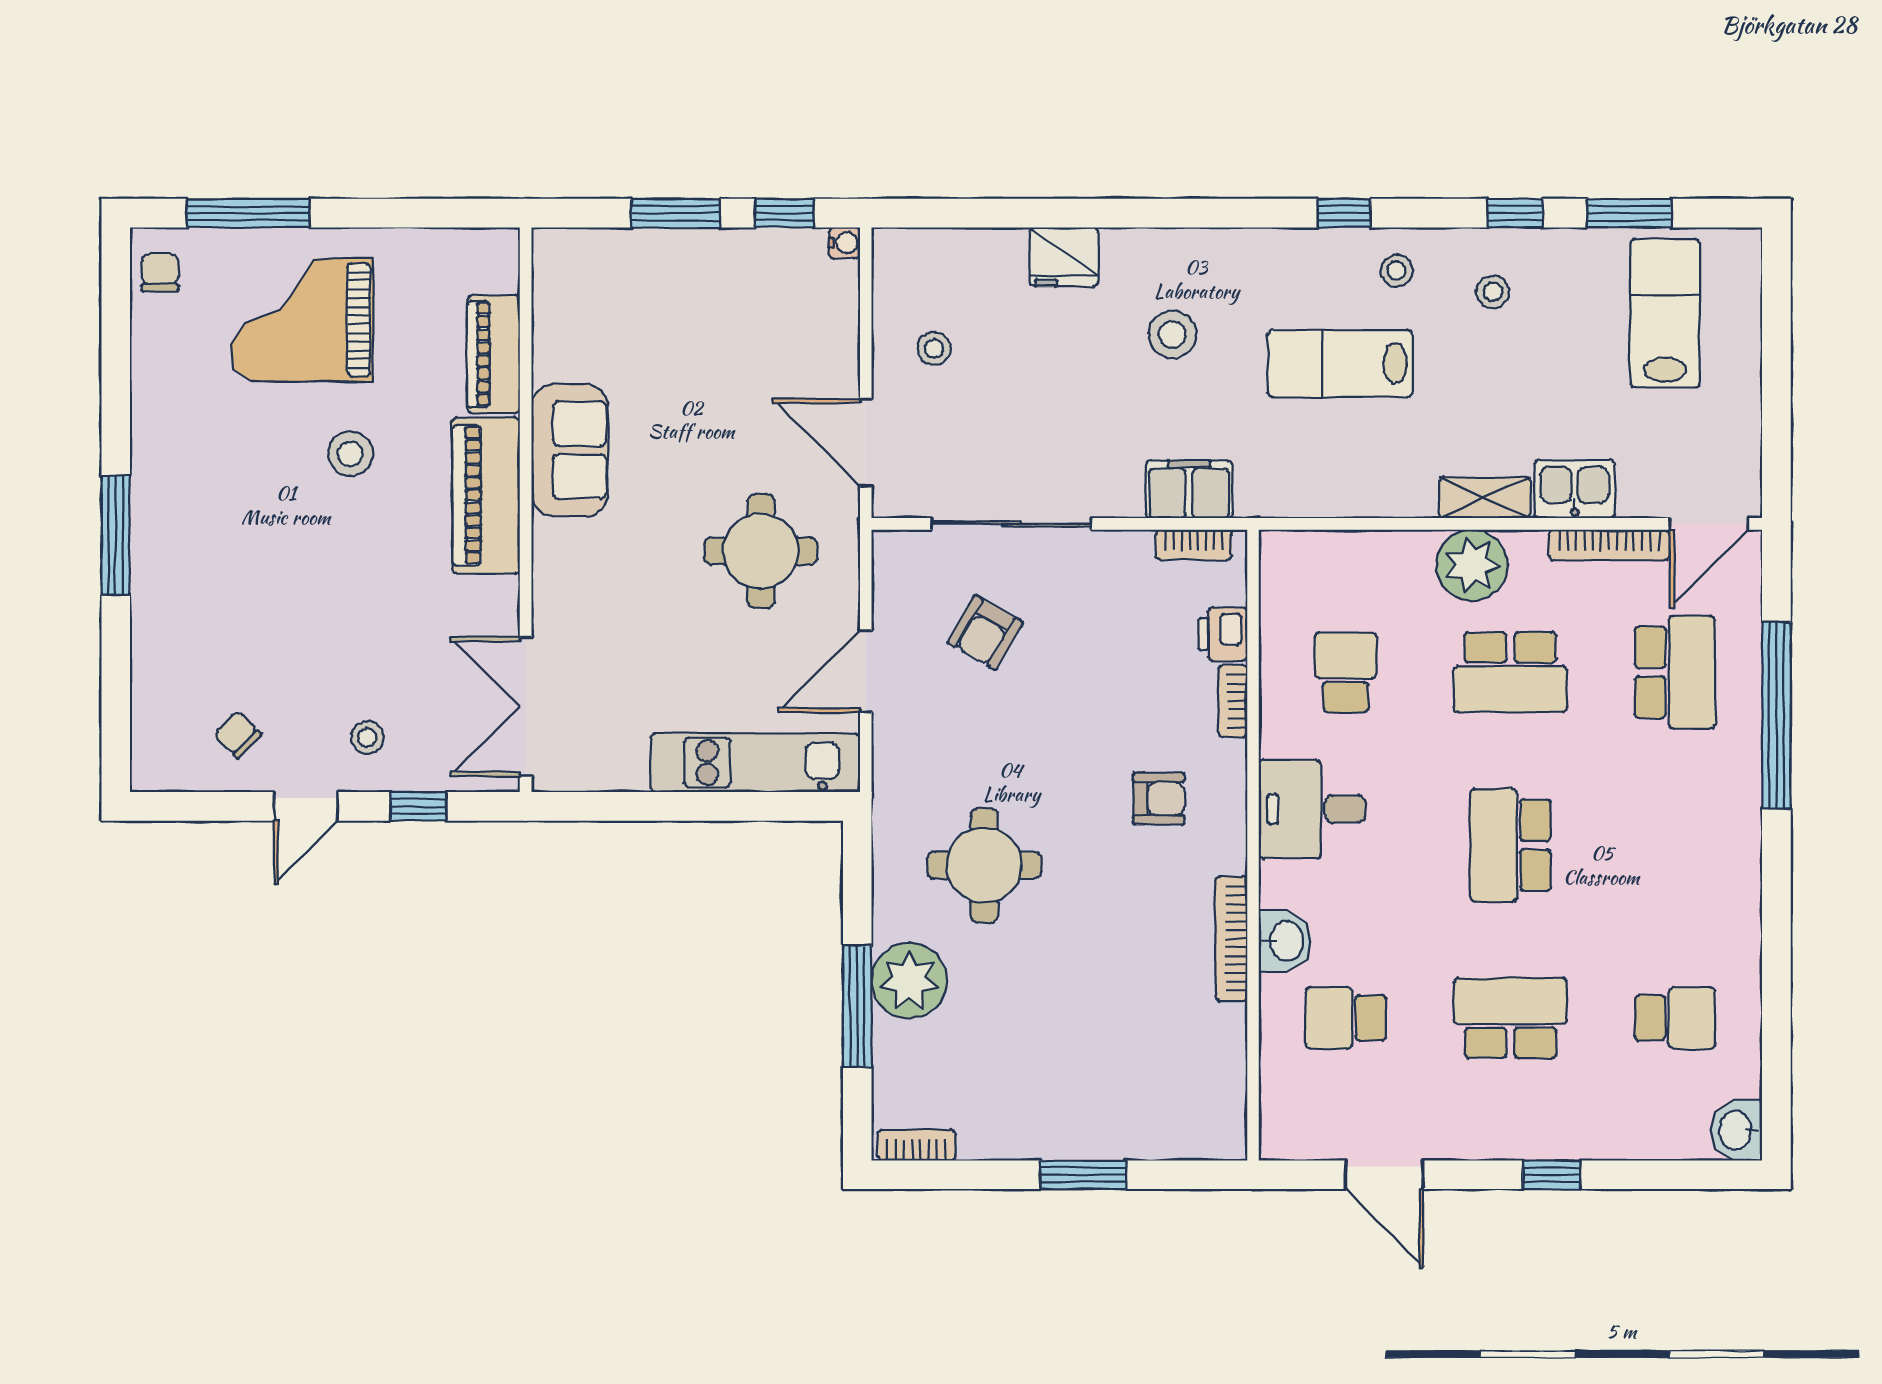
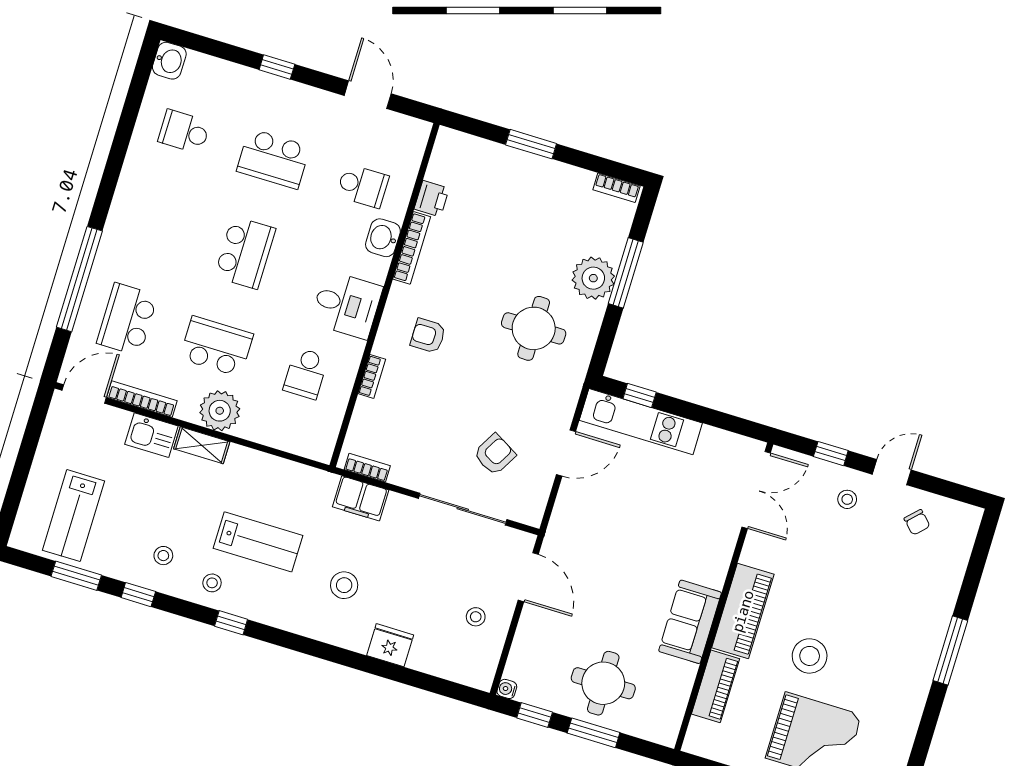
stool: (350, 454) -> (810, 656), width x1.38, depth x1.38
round table: (761, 551) -> (603, 683), moved
printer: (1223, 634) -> (432, 199), moved
window: (771, 806) -> (640, 395), added

